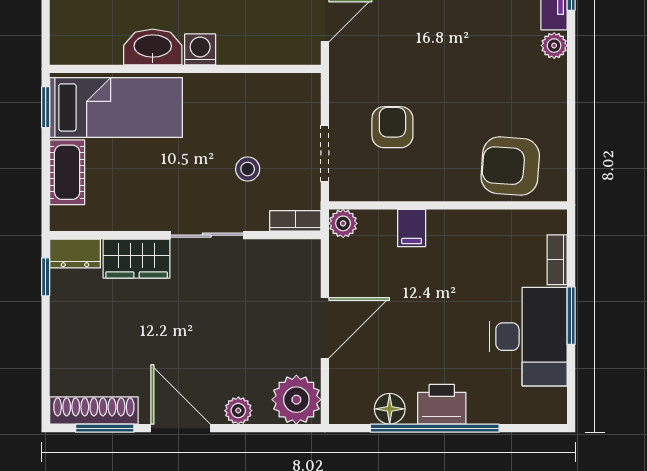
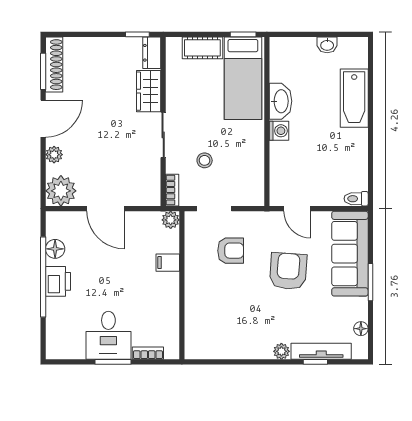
armchair: (510, 166) -> (288, 271), moved
desk: (528, 337) -> (108, 335), width x0.73

